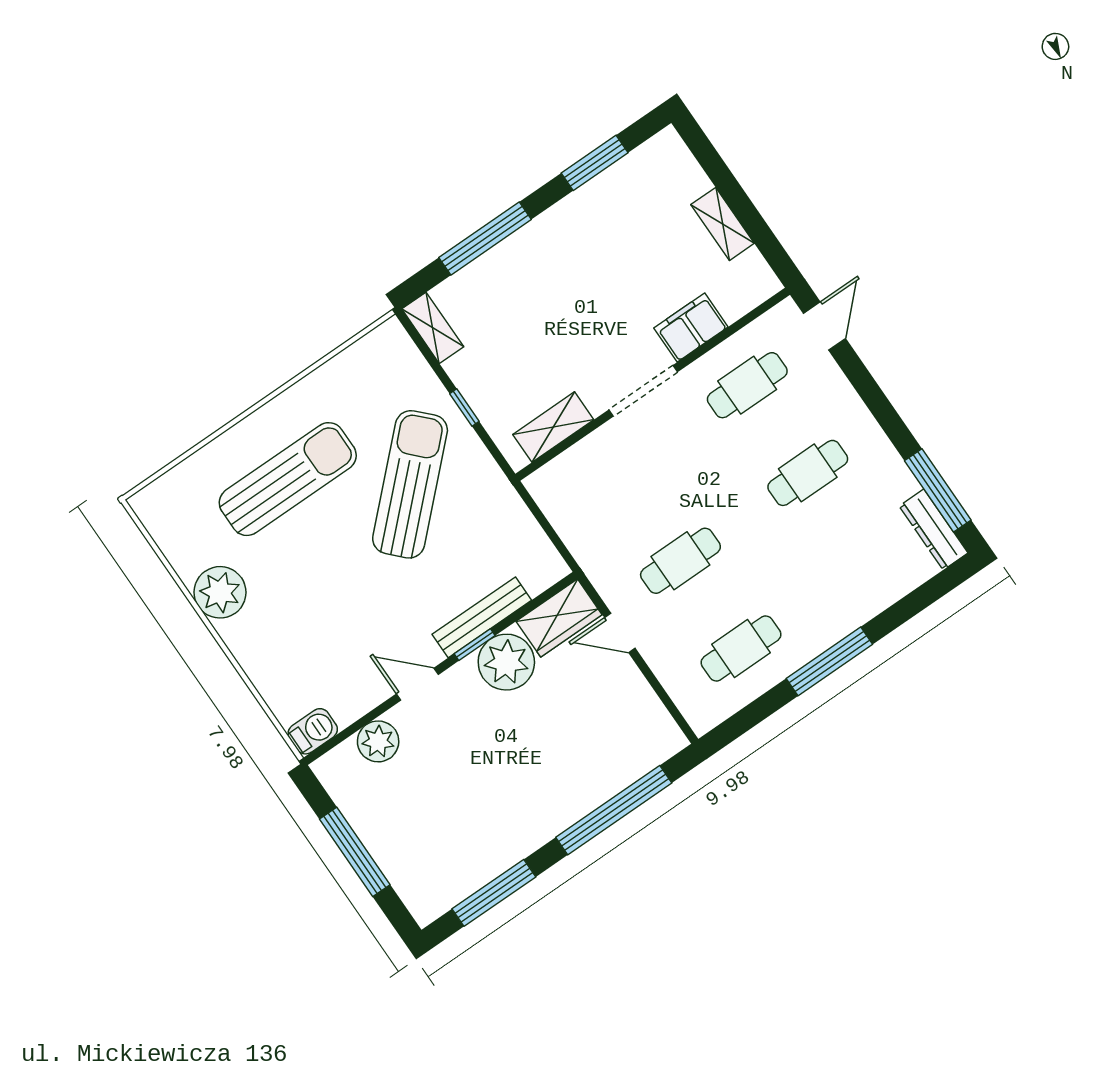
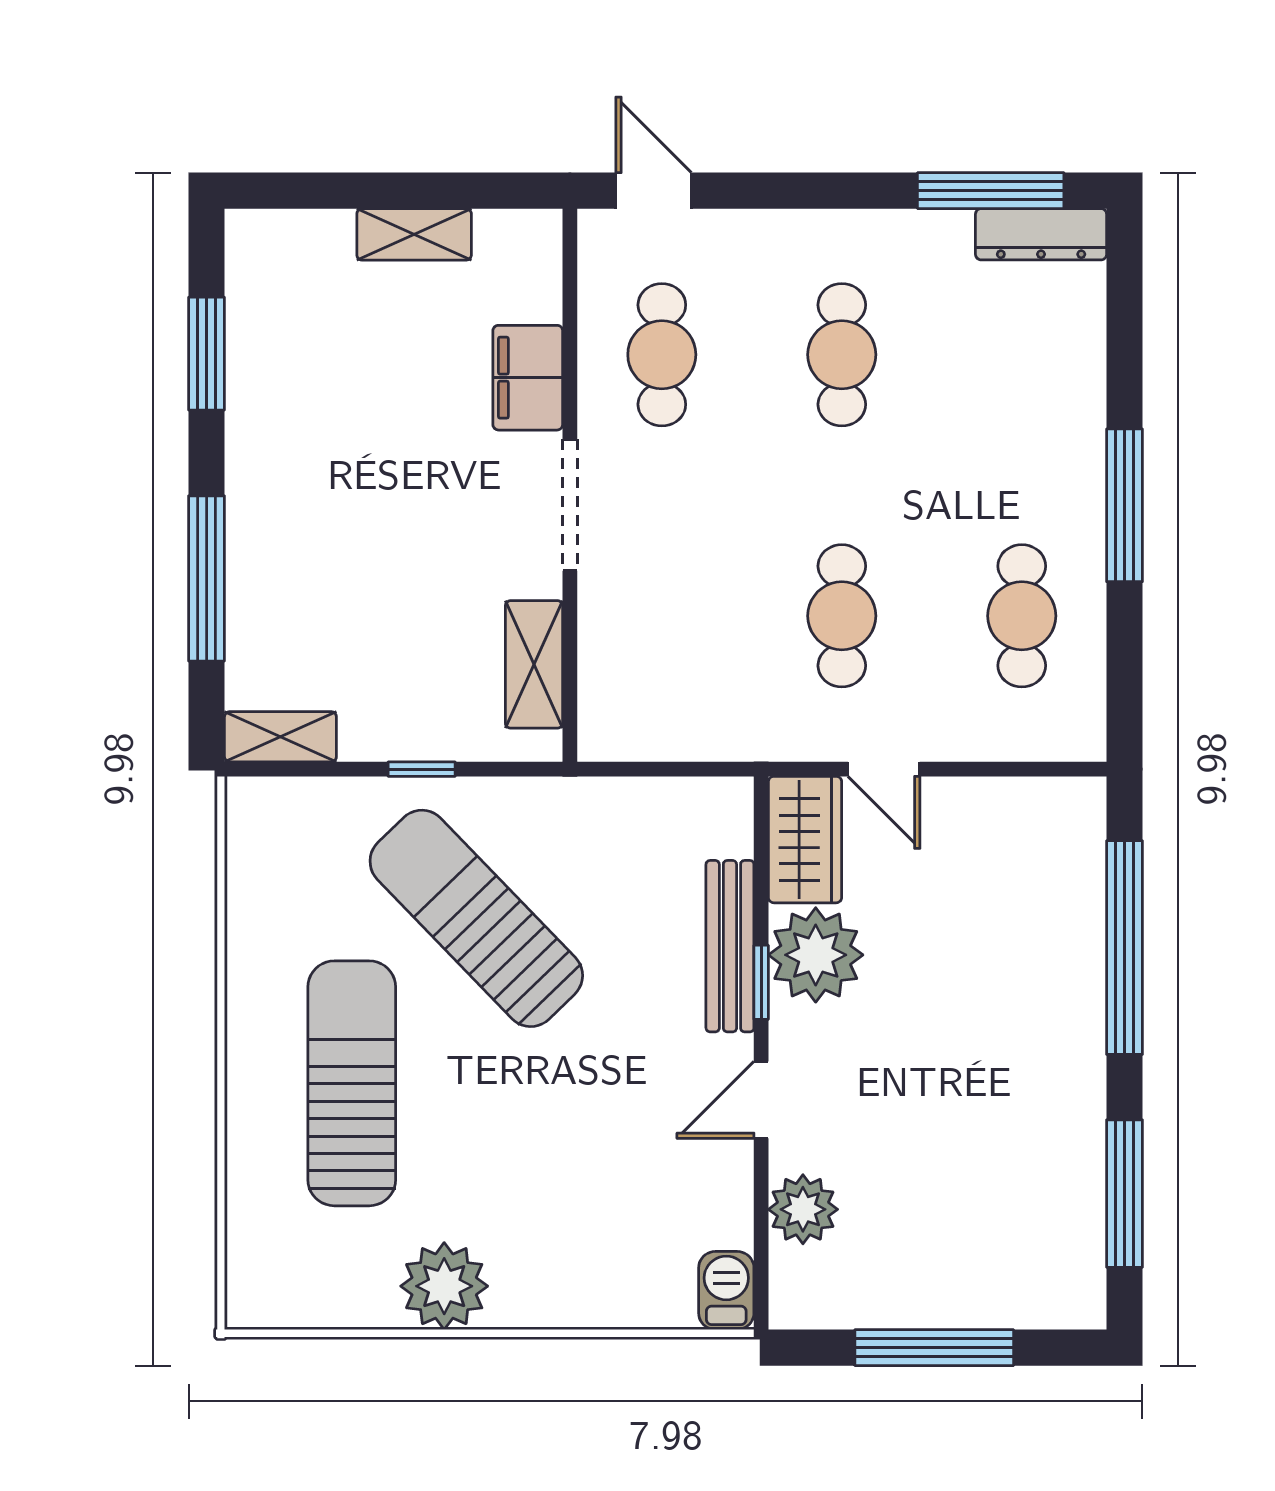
door: (620, 633) -> (884, 769), hinge flipped

